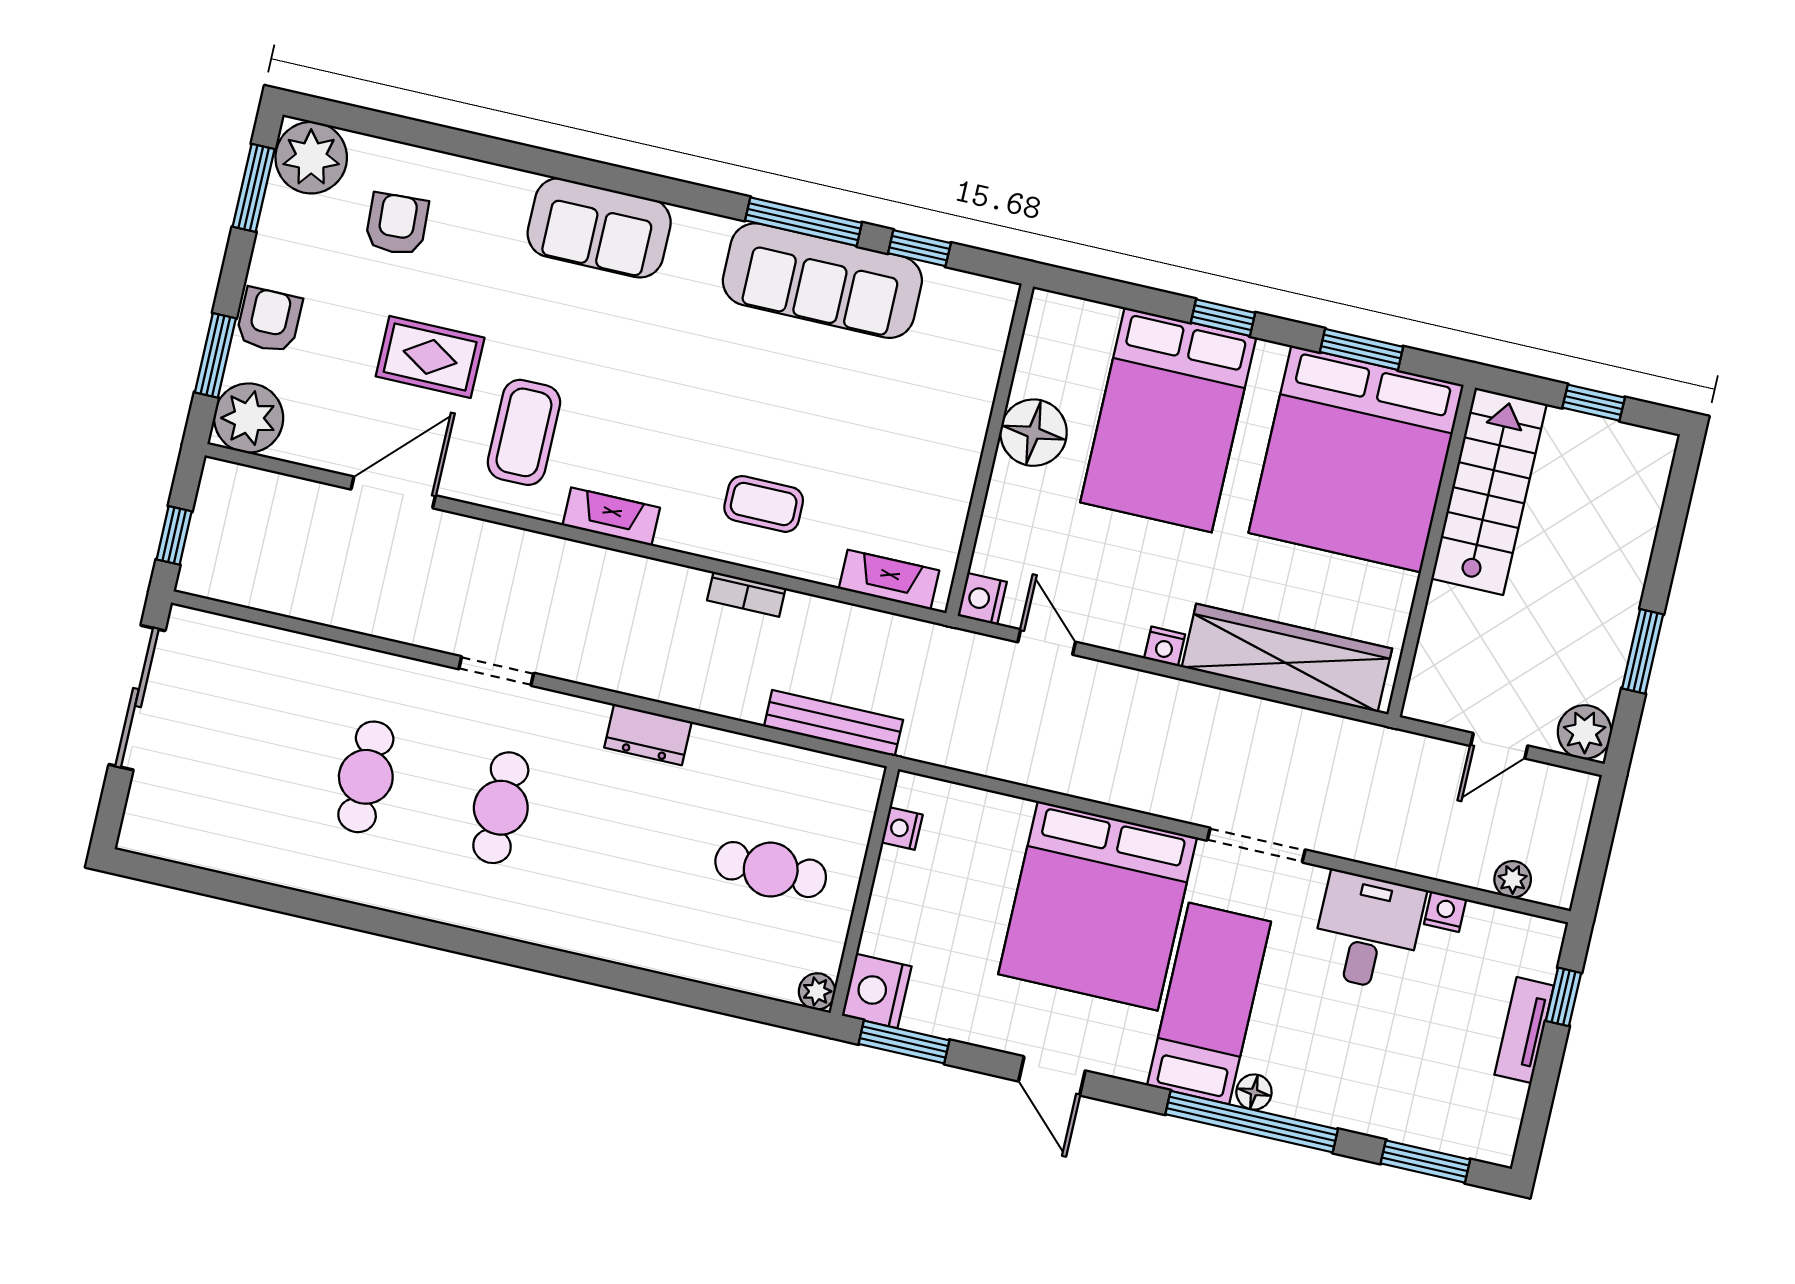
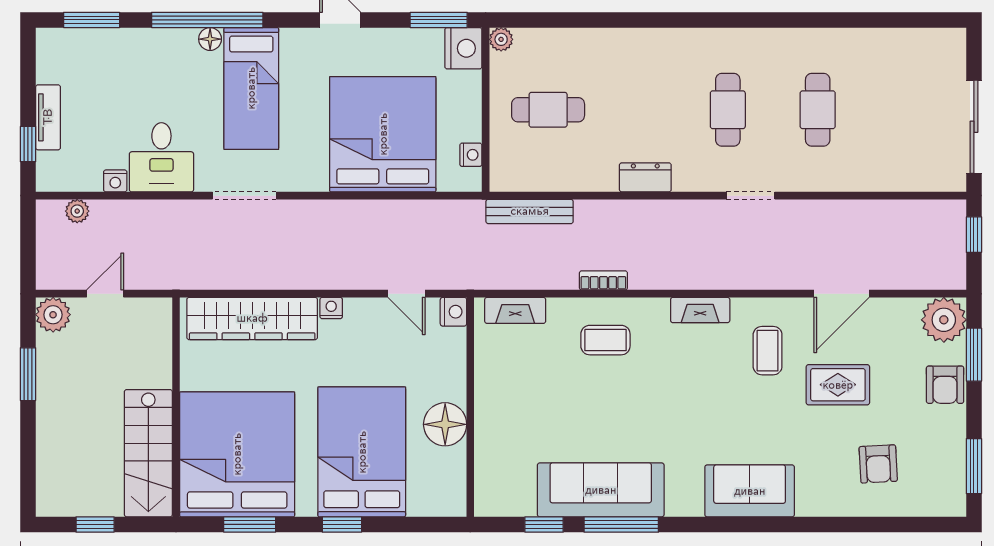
plant: (311, 158) -> (942, 494), removed
coffee table: (524, 432) -> (768, 351), width x0.73, depth x0.77
bed: (1098, 906) -> (383, 134), moved

